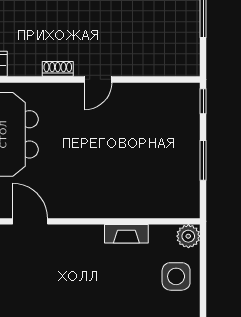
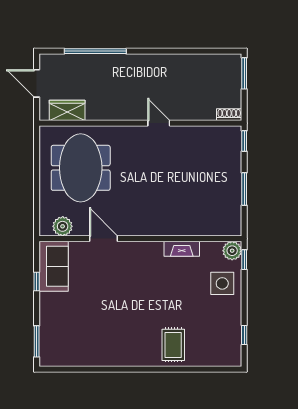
shoe rack: (58, 69) -> (229, 115), moved
door: (98, 79) -> (159, 123), swing flipped
window: (203, 247) -> (244, 260), added

